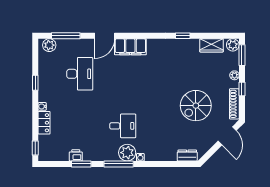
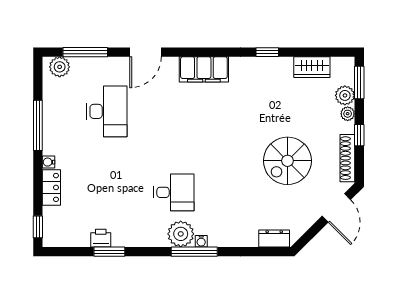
plant: (233, 45) -> (345, 95), moved
filing cabinet: (130, 47) -> (204, 69), moved
window: (35, 83) -> (38, 125), width x2.17
window: (119, 164) -> (194, 252), moved

